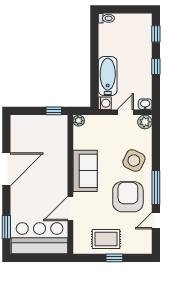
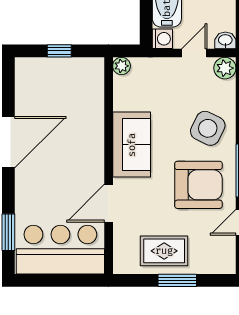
window: (54, 111) -> (59, 51), moved
armchair: (128, 197) -> (198, 185), turned 90
window: (114, 258) -> (177, 280), width x1.50

